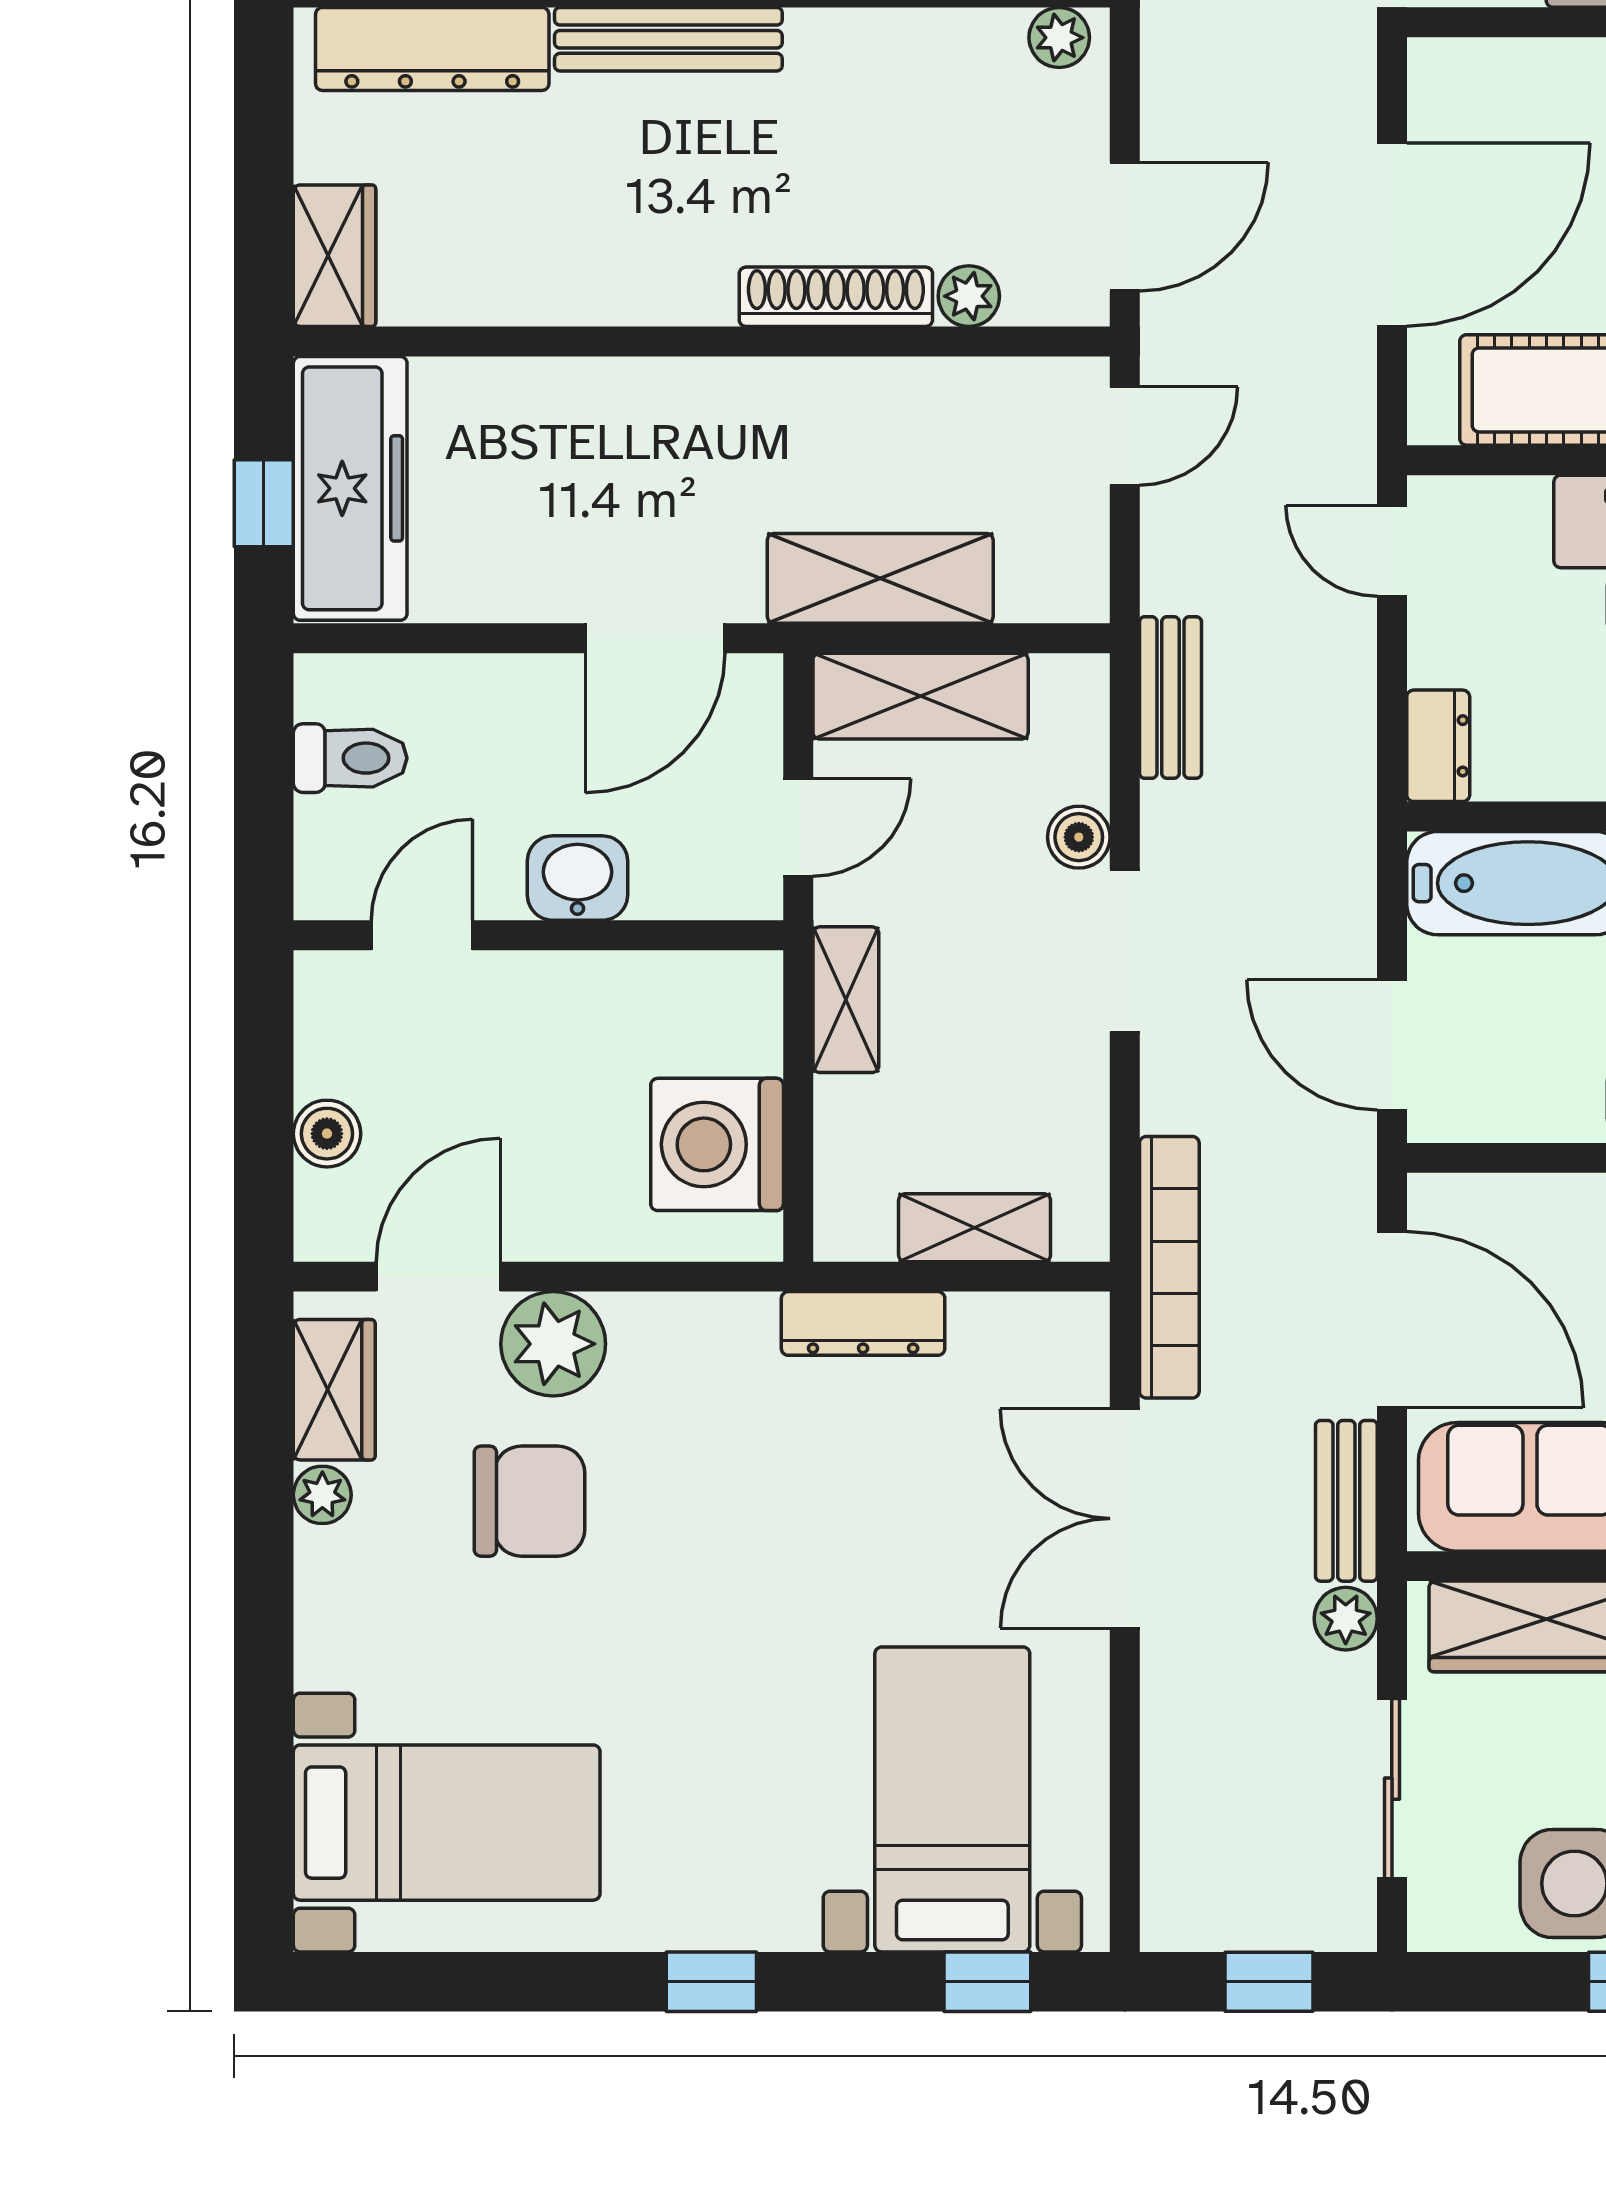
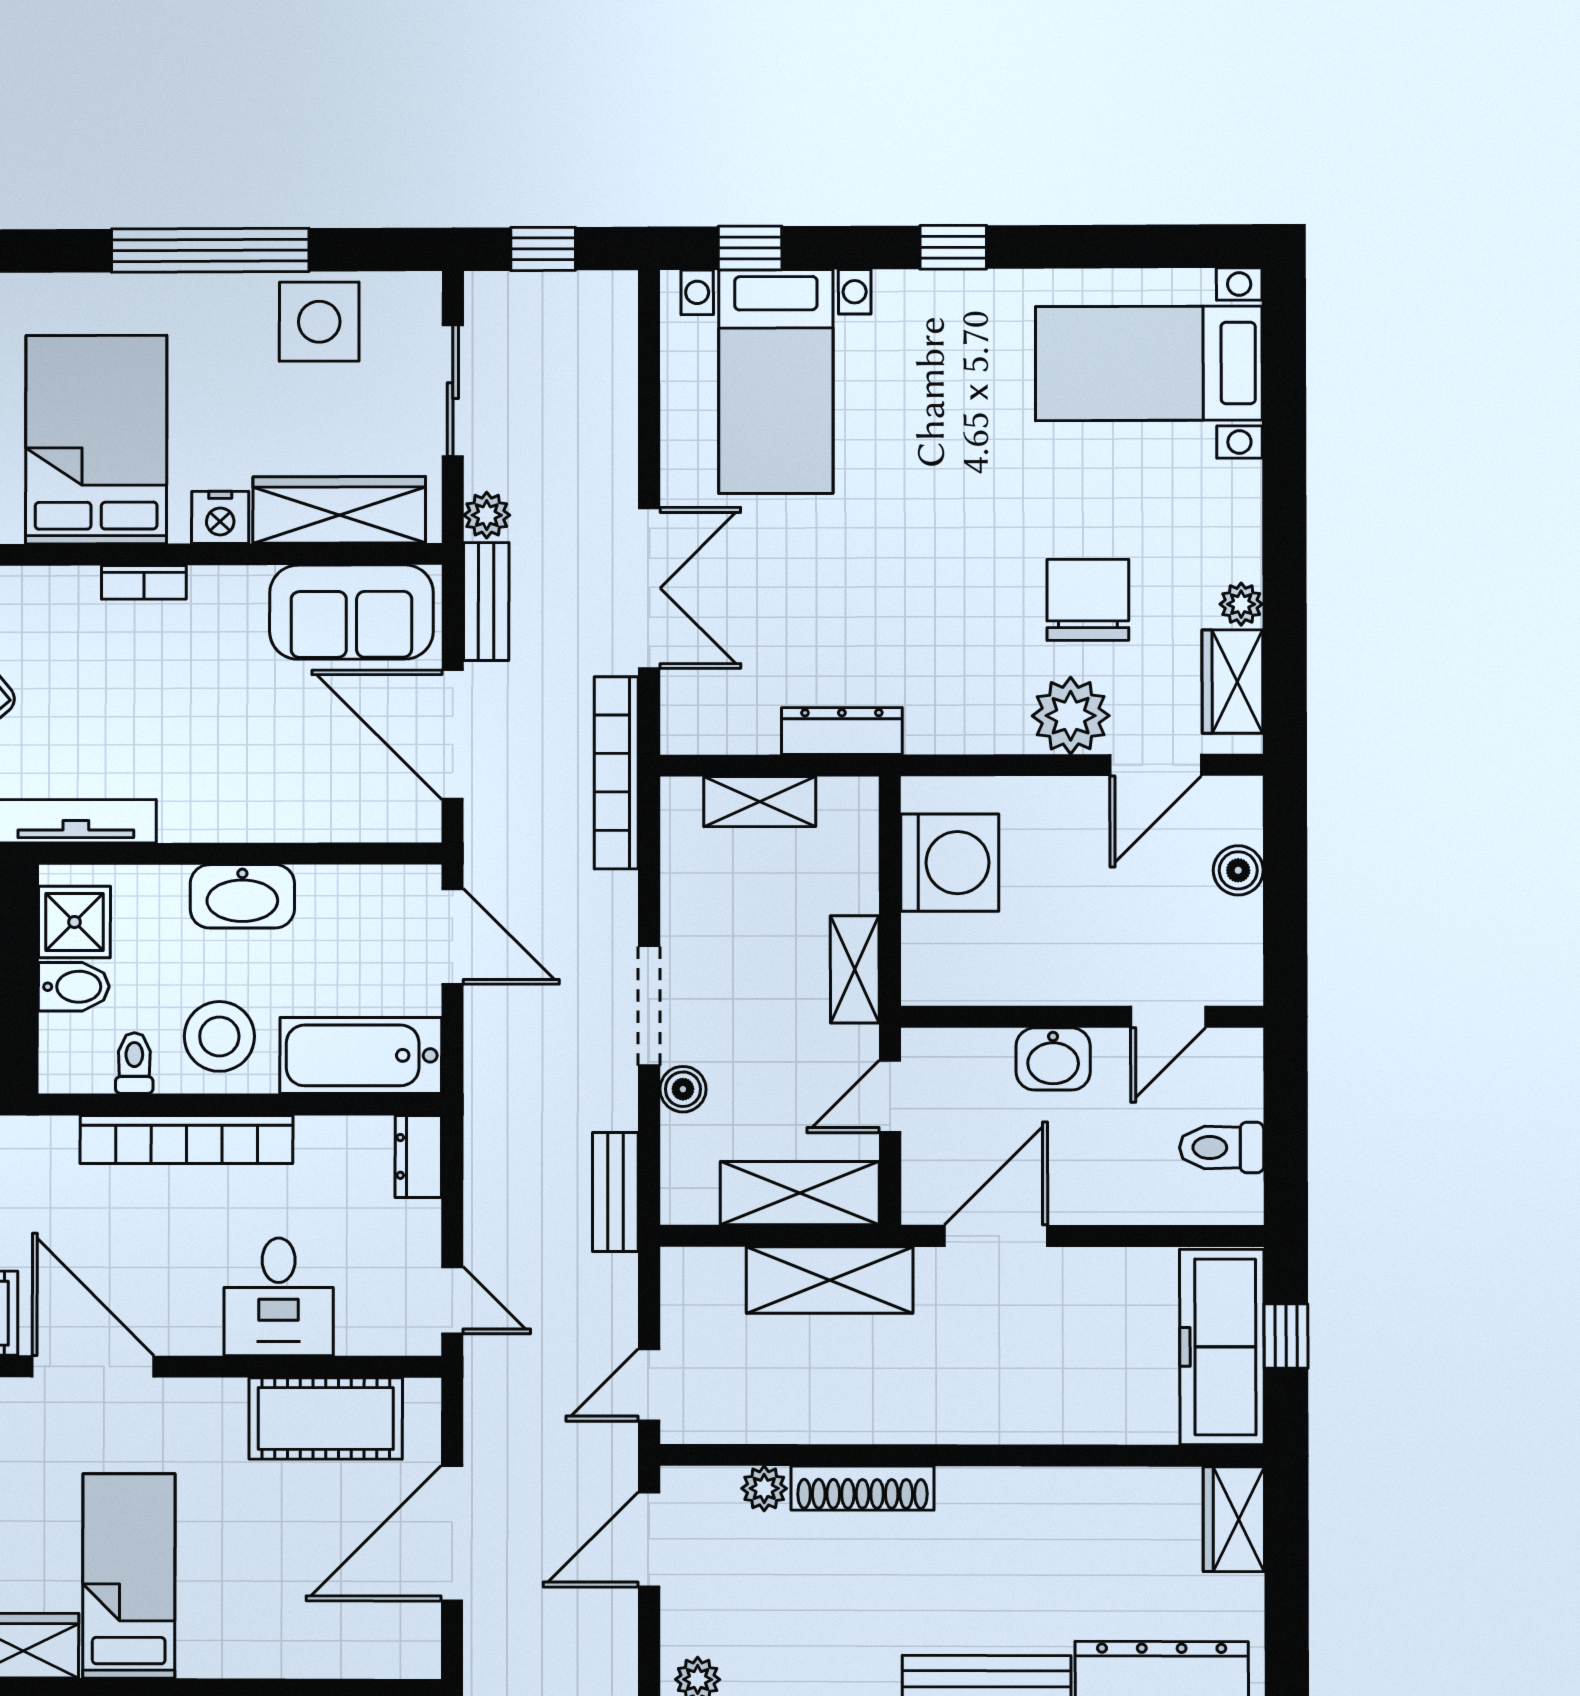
chair: (530, 1501) -> (1088, 600), turned 90

